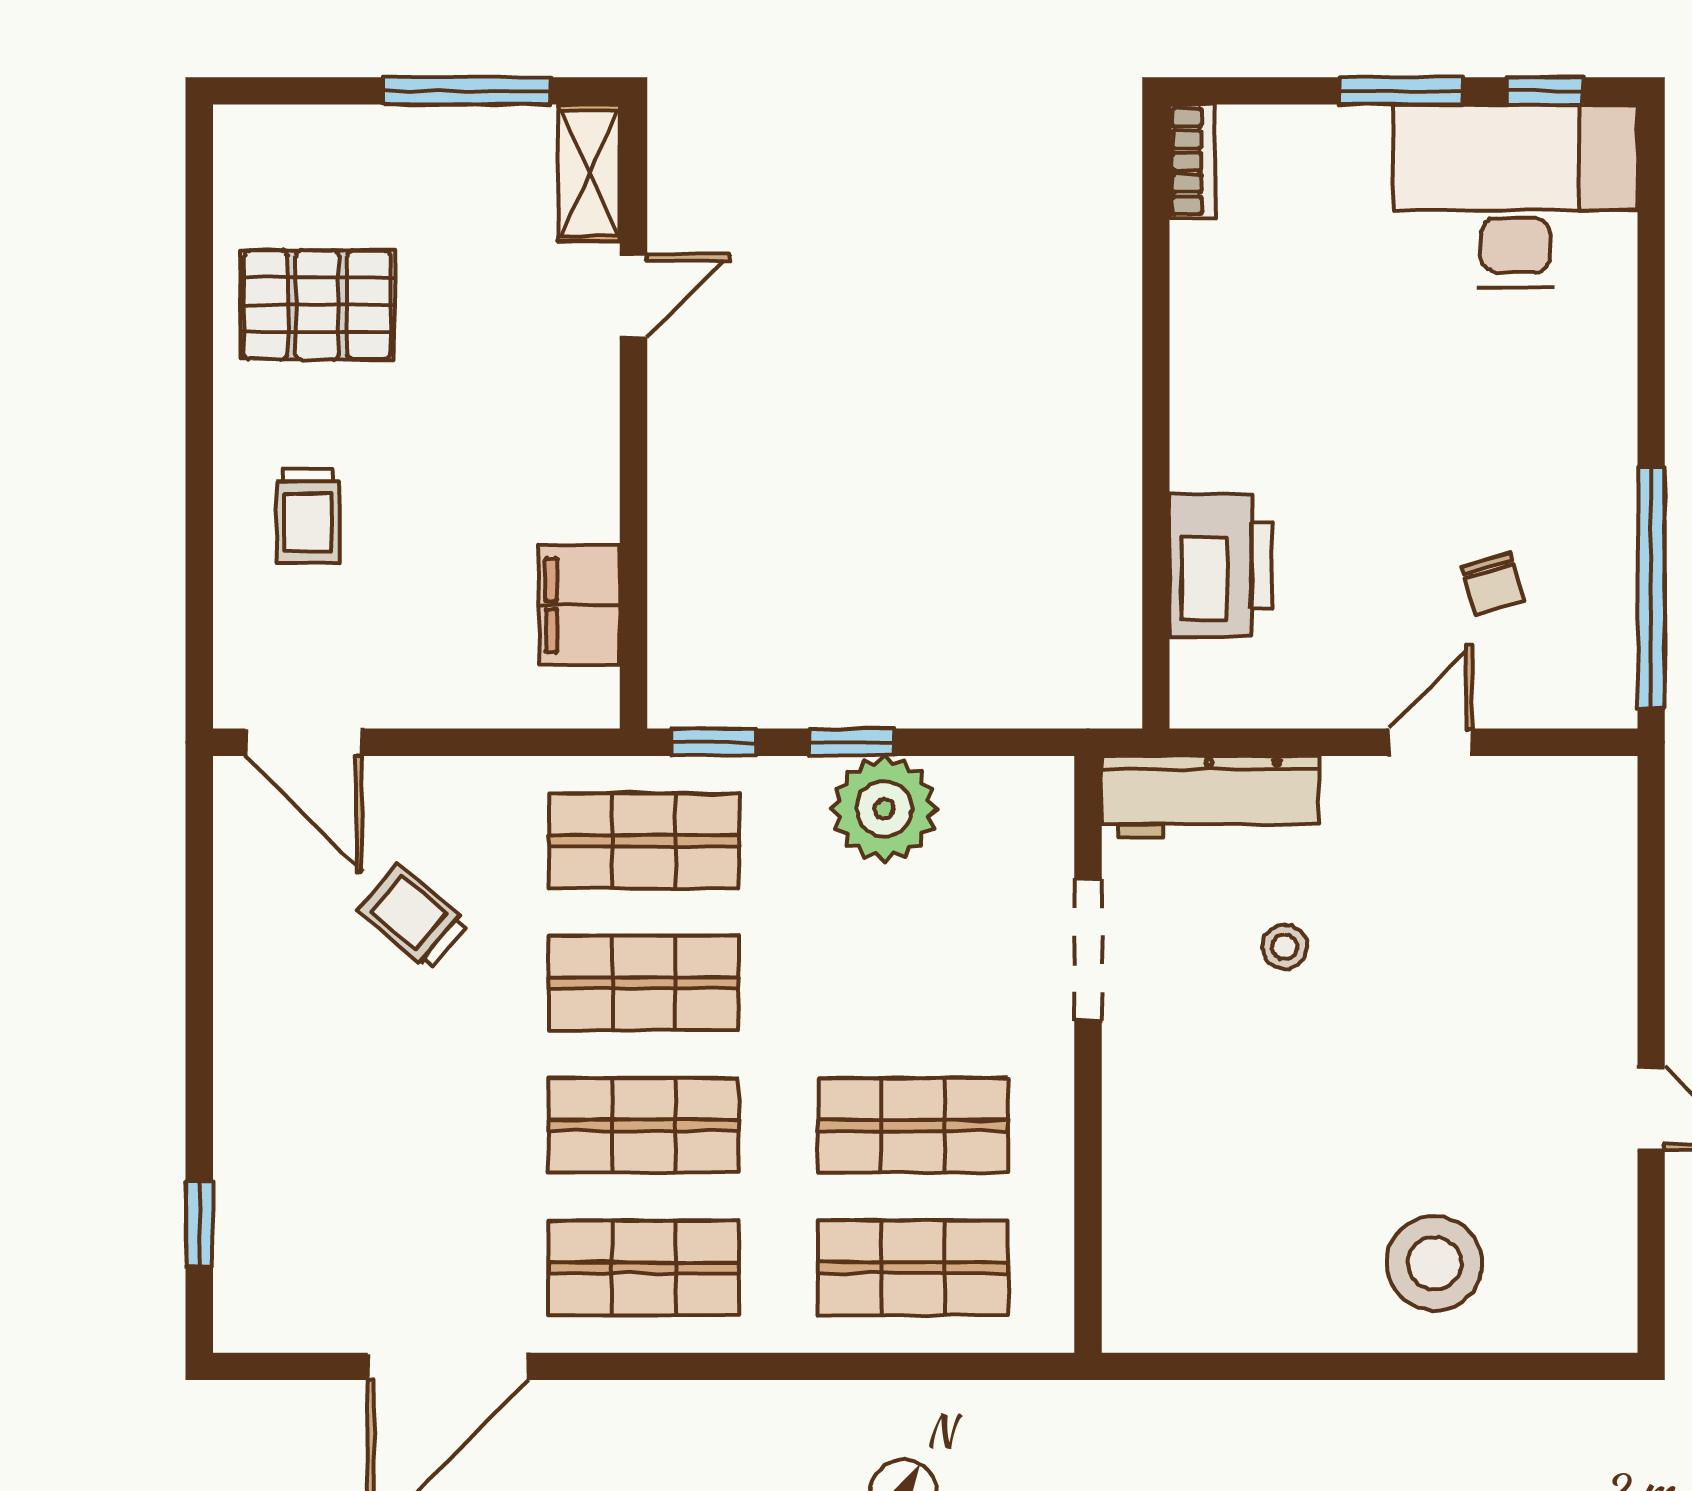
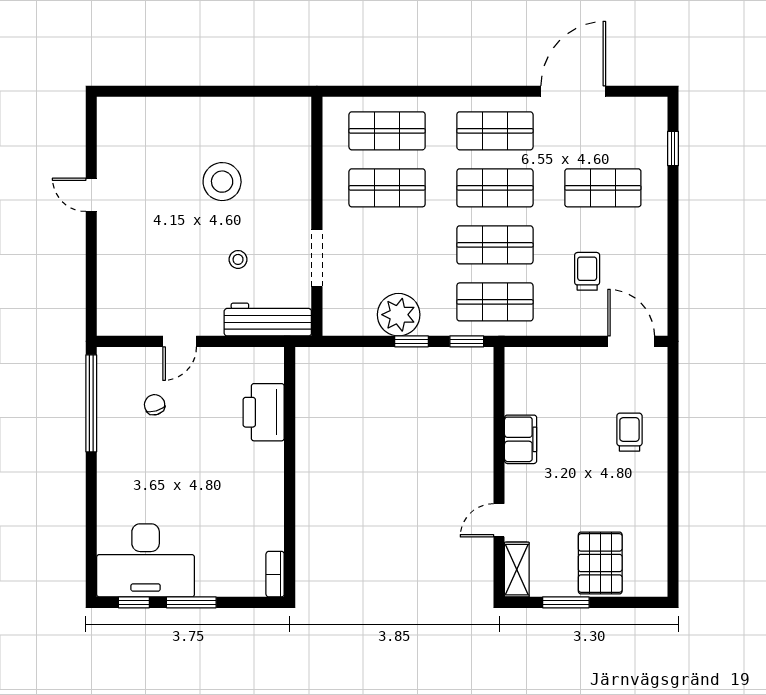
window: (467, 91) -> (566, 602), width x0.69
pallet: (317, 305) -> (600, 563), moved, turned 90
filing cabinet: (580, 605) -> (521, 439), moved
trolley: (414, 917) -> (587, 271), turned -130
shop shelf: (374, 1125) -> (603, 188), added
stool: (1434, 1263) -> (222, 182), moved

